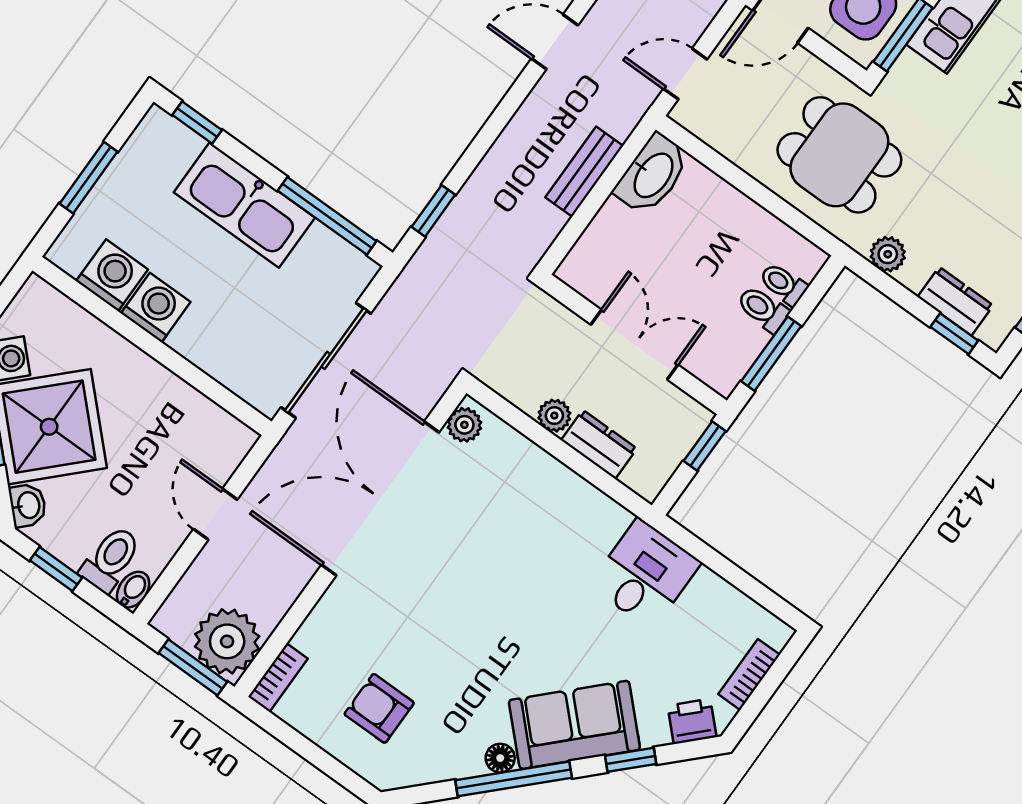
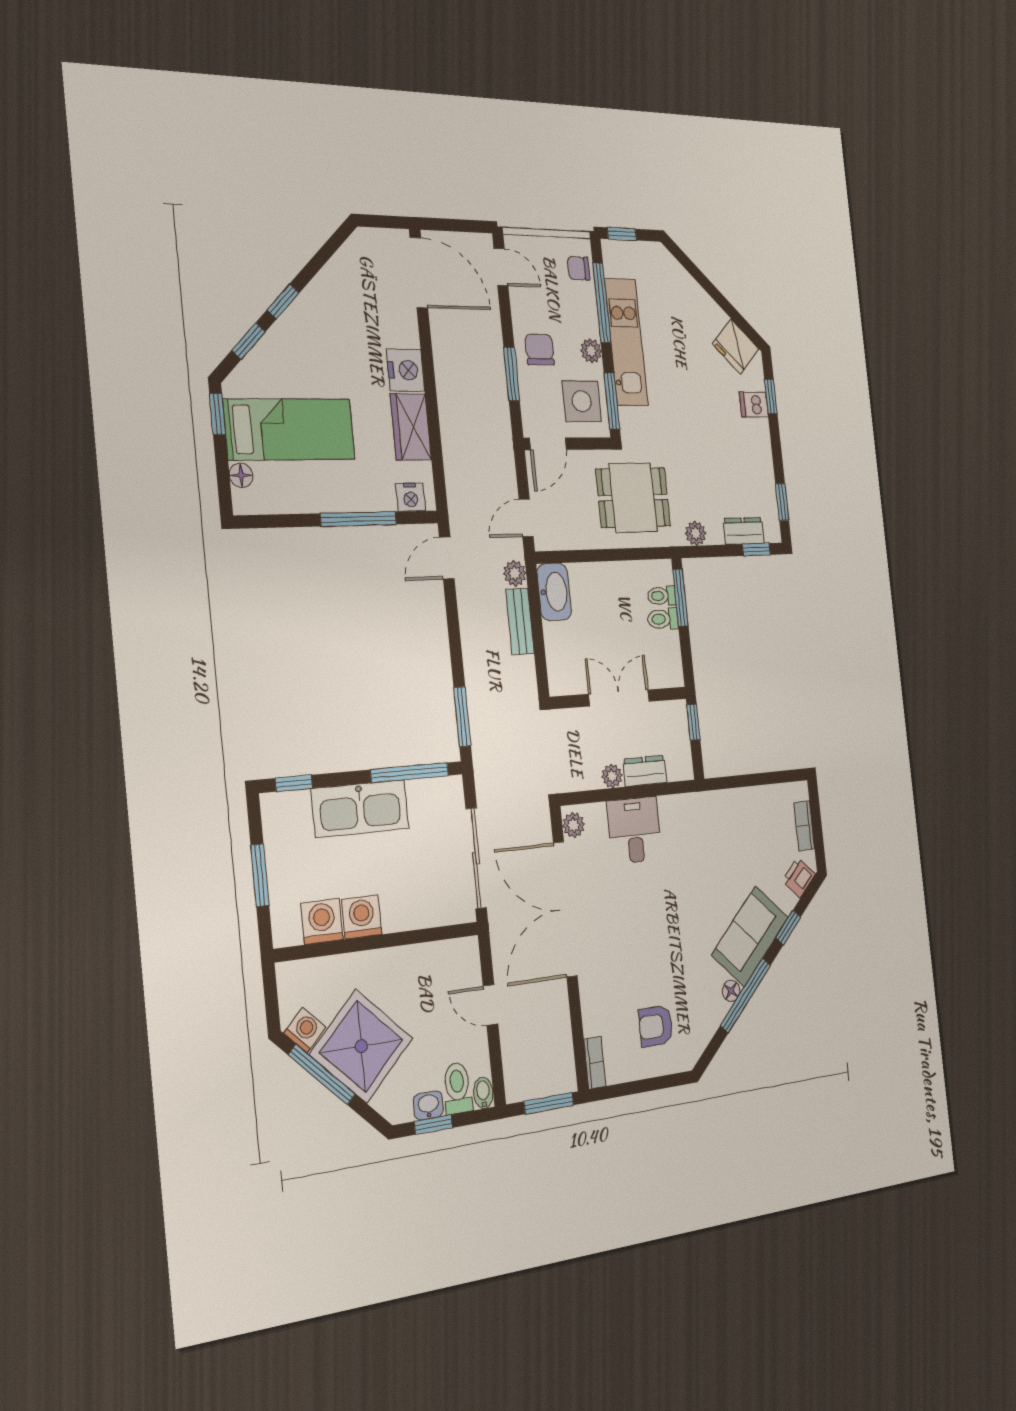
window: (433, 211) -> (462, 717), width x1.50
window: (771, 354) -> (680, 598), moved
washbasin: (28, 505) -> (428, 1105), moved, turned -45
desk: (645, 574) -> (634, 830), moved
plant: (227, 641) -> (515, 573), moved, width x0.53, depth x0.53

